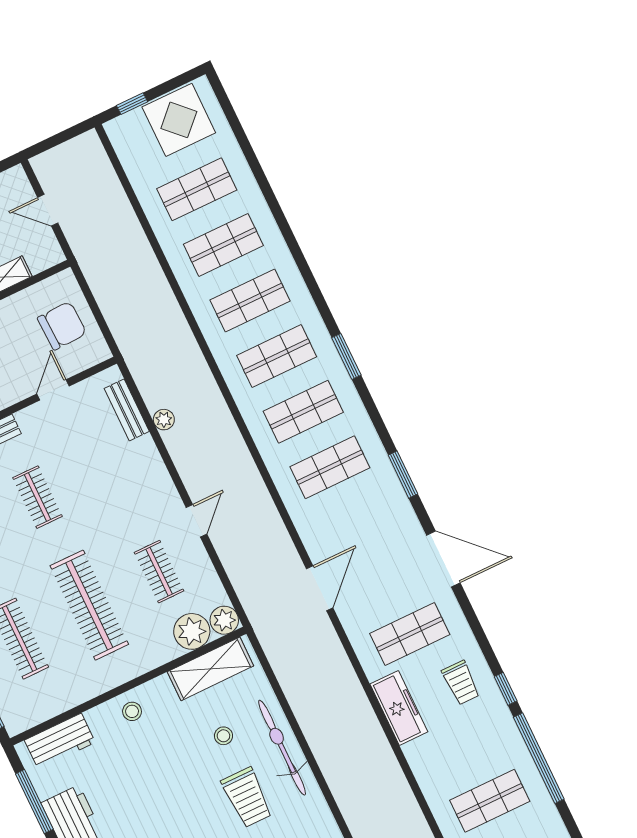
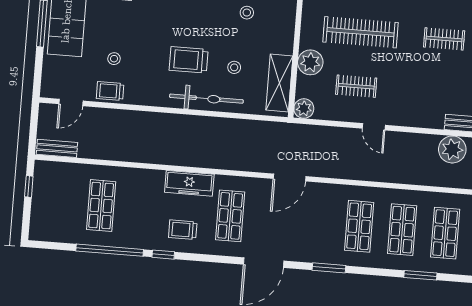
plant: (164, 420) -> (452, 149), width x1.88, depth x1.88
door: (320, 588) -> (290, 178), hinge flipped
plant: (192, 631) -> (310, 62), moved
stool: (132, 711) -> (247, 13), moved

